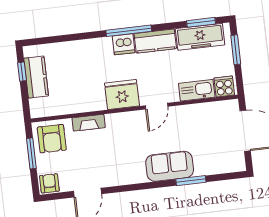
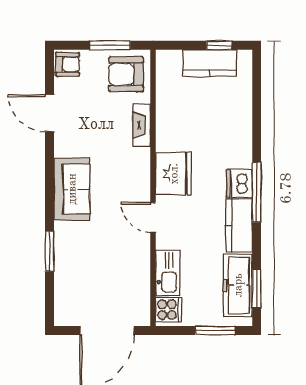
sofa: (170, 166) -> (72, 189), moved

